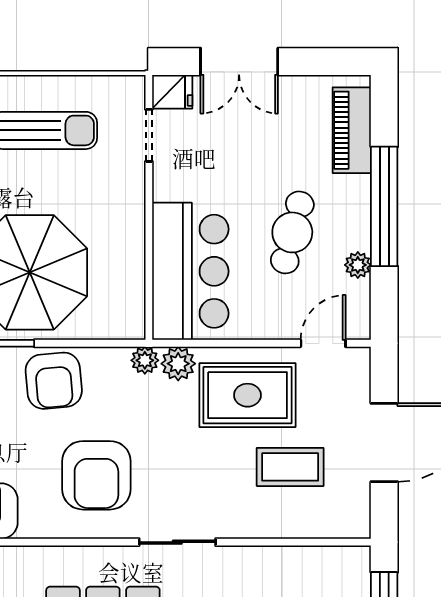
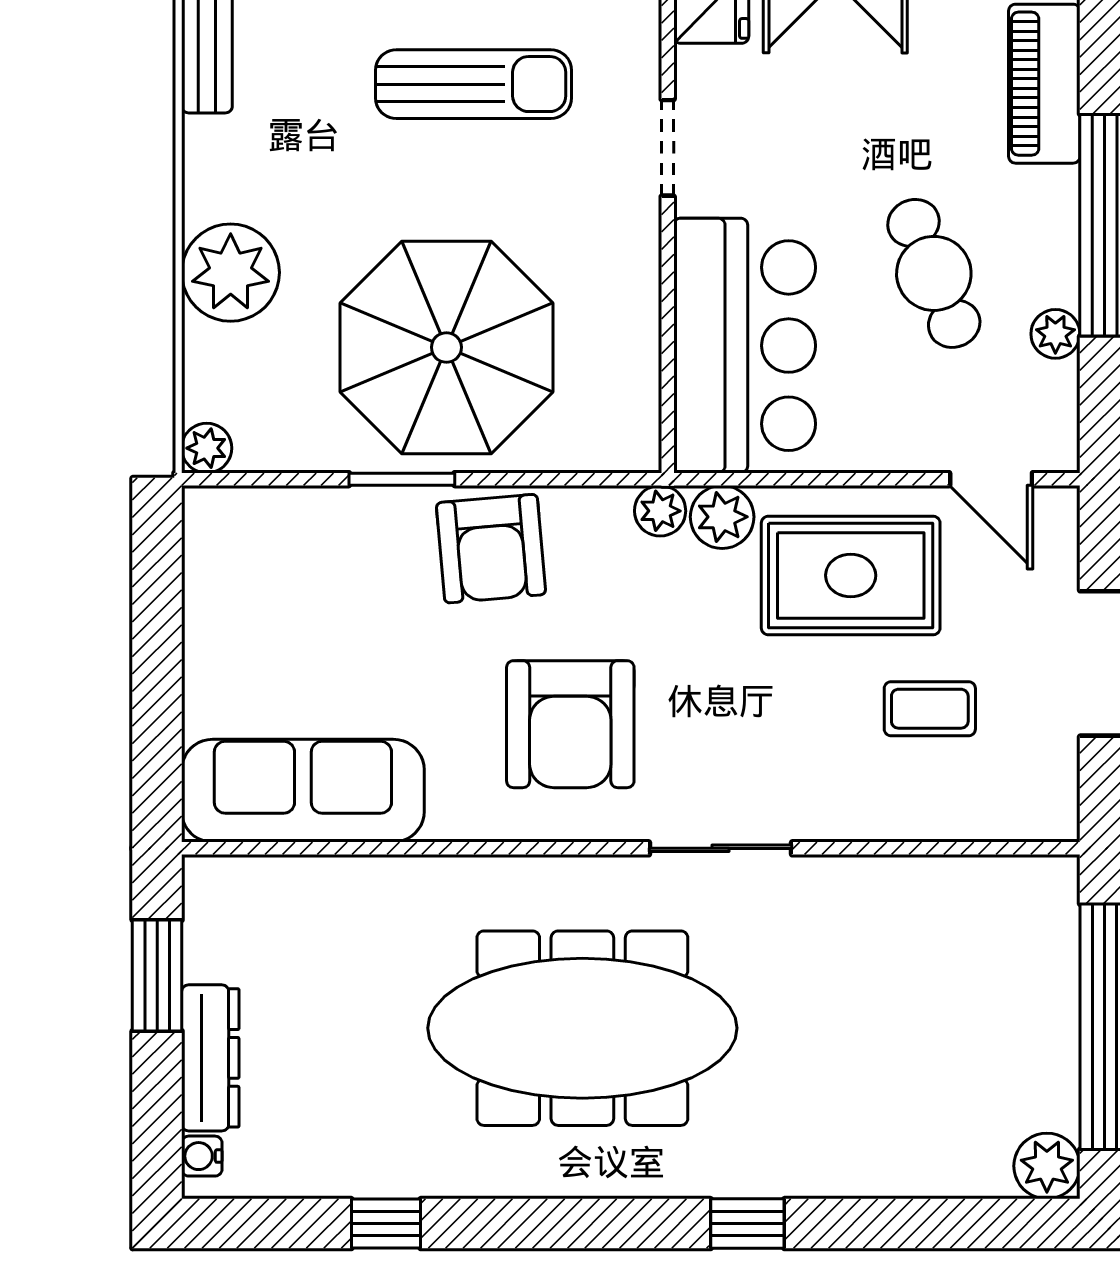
doorway: (149, 135) -> (668, 148), moved
cafe table: (292, 232) -> (934, 273), turned -37
door: (323, 343) -> (991, 479), swing flipped
coffee table: (290, 467) -> (930, 709), width x0.73, depth x0.77

